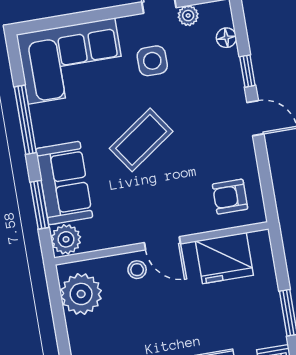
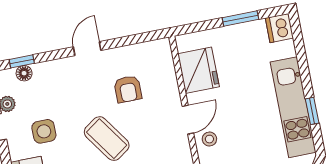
window: (247, 71) -> (22, 61), moved
armchair: (230, 197) -> (128, 89), moved

